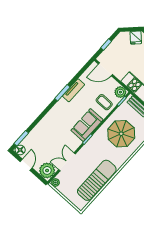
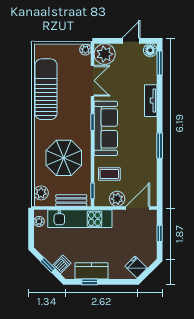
tv unit: (74, 90) -> (151, 101), moved
plant: (120, 92) -> (117, 199), moved
sofa: (87, 125) -> (106, 128), width x1.36
door: (26, 165) -> (131, 41), swing flipped
sun lounger: (97, 180) -> (46, 89), turned 180

